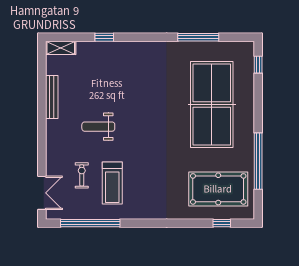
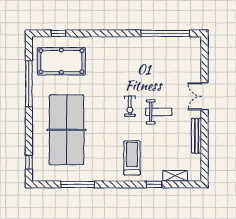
shelving: (61, 48) -> (175, 176), moved
exercise bike: (82, 175) -> (130, 106), moved
treadmill: (112, 183) -> (132, 158), moved
double door: (42, 193) -> (205, 96), moved

